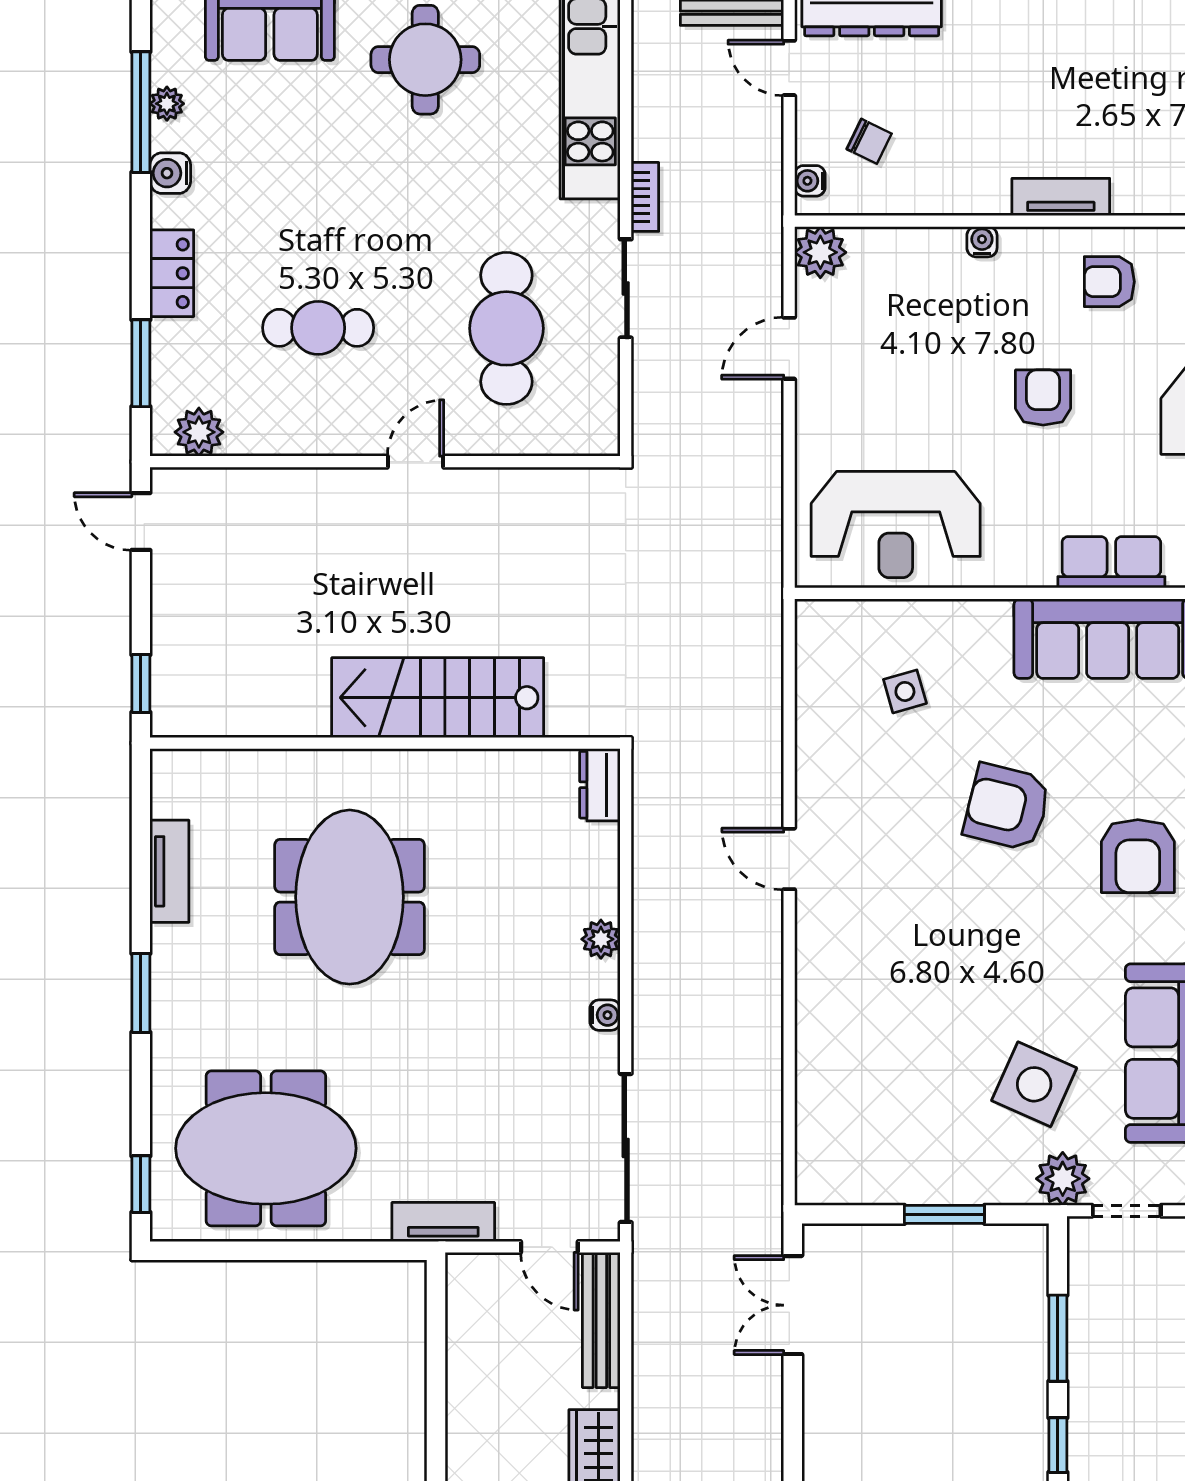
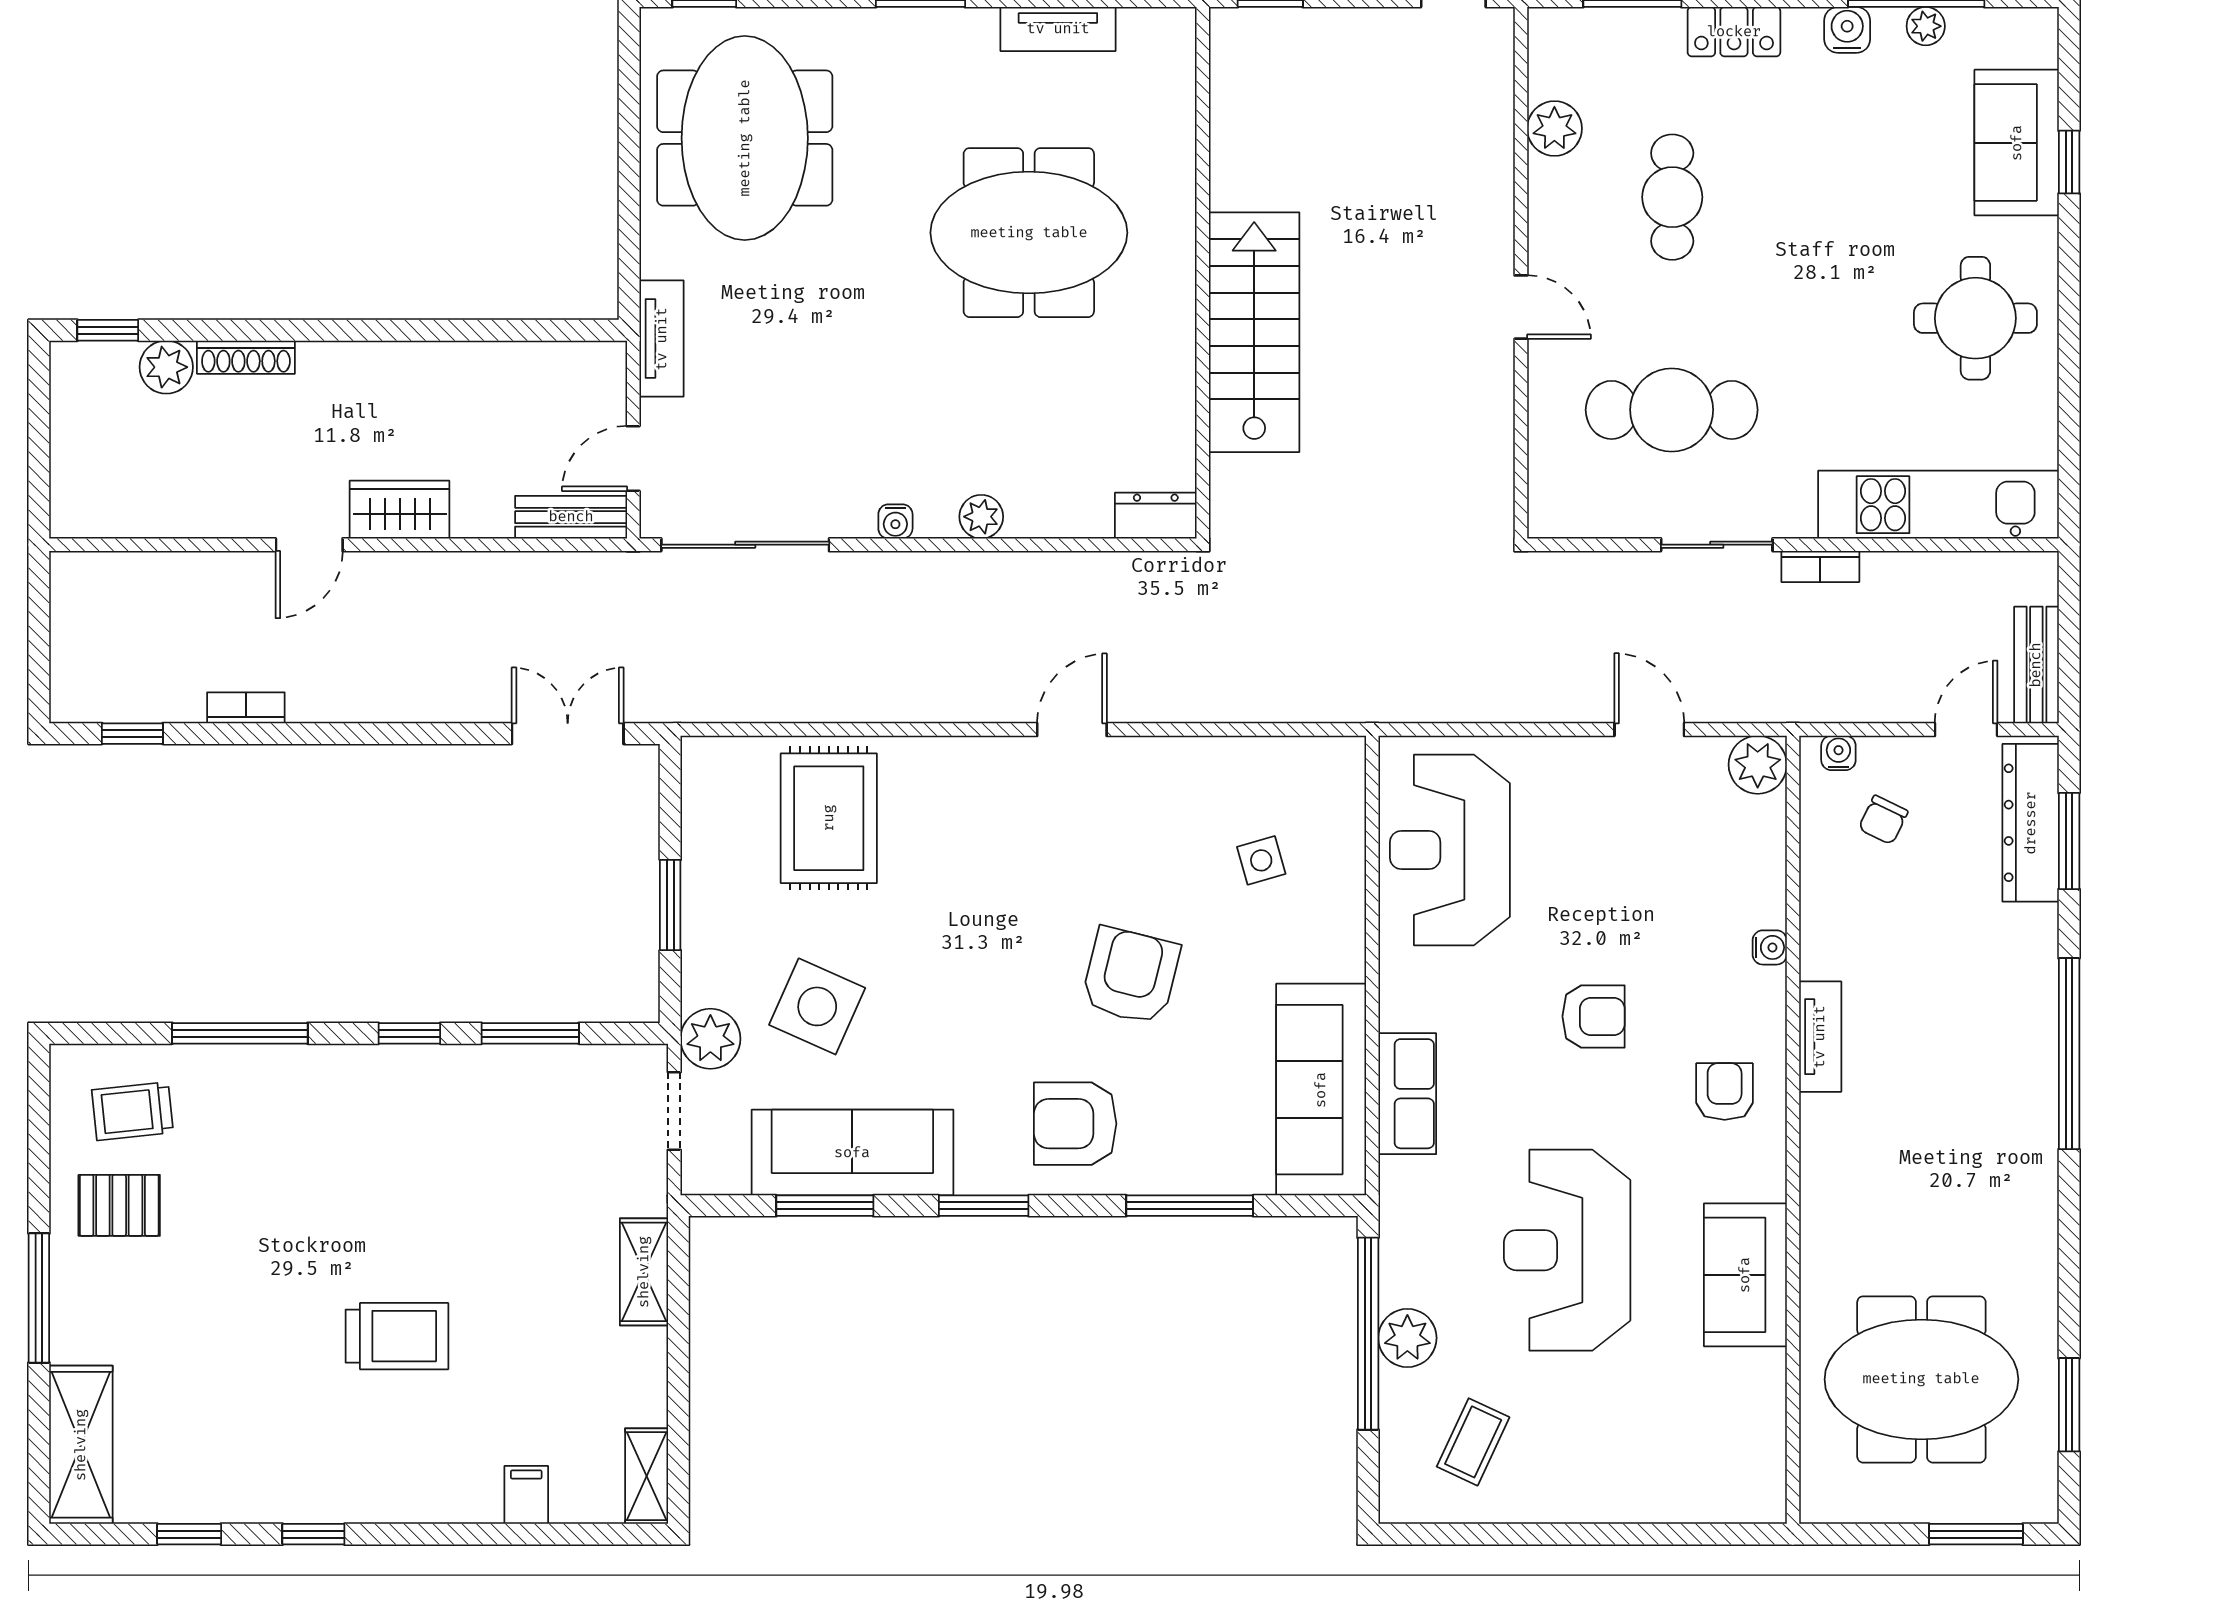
plant: (199, 432) -> (1554, 128), moved
rug: (868, 1074) -> (829, 818), added
bench: (601, 1320) -> (571, 517), width x0.73

